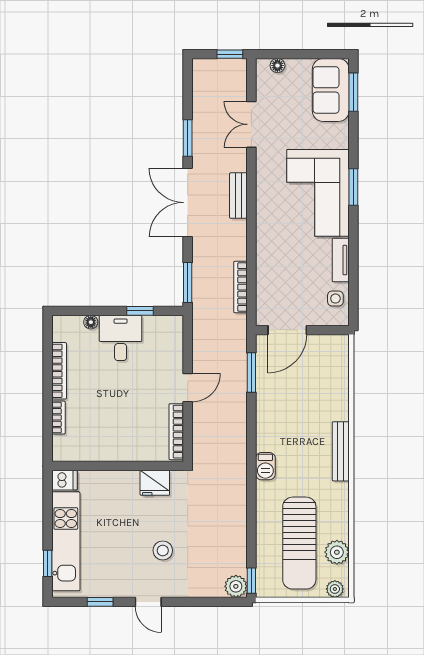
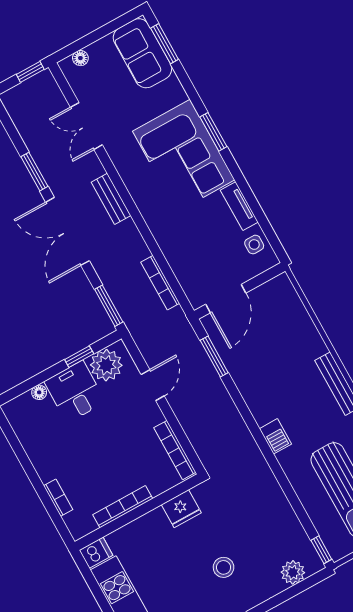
plant: (158, 330) -> (106, 365), added
bookcase: (59, 371) -> (123, 507), moved, turned -90
door: (188, 388) -> (153, 385), moved
plant: (236, 586) -> (293, 572), moved

